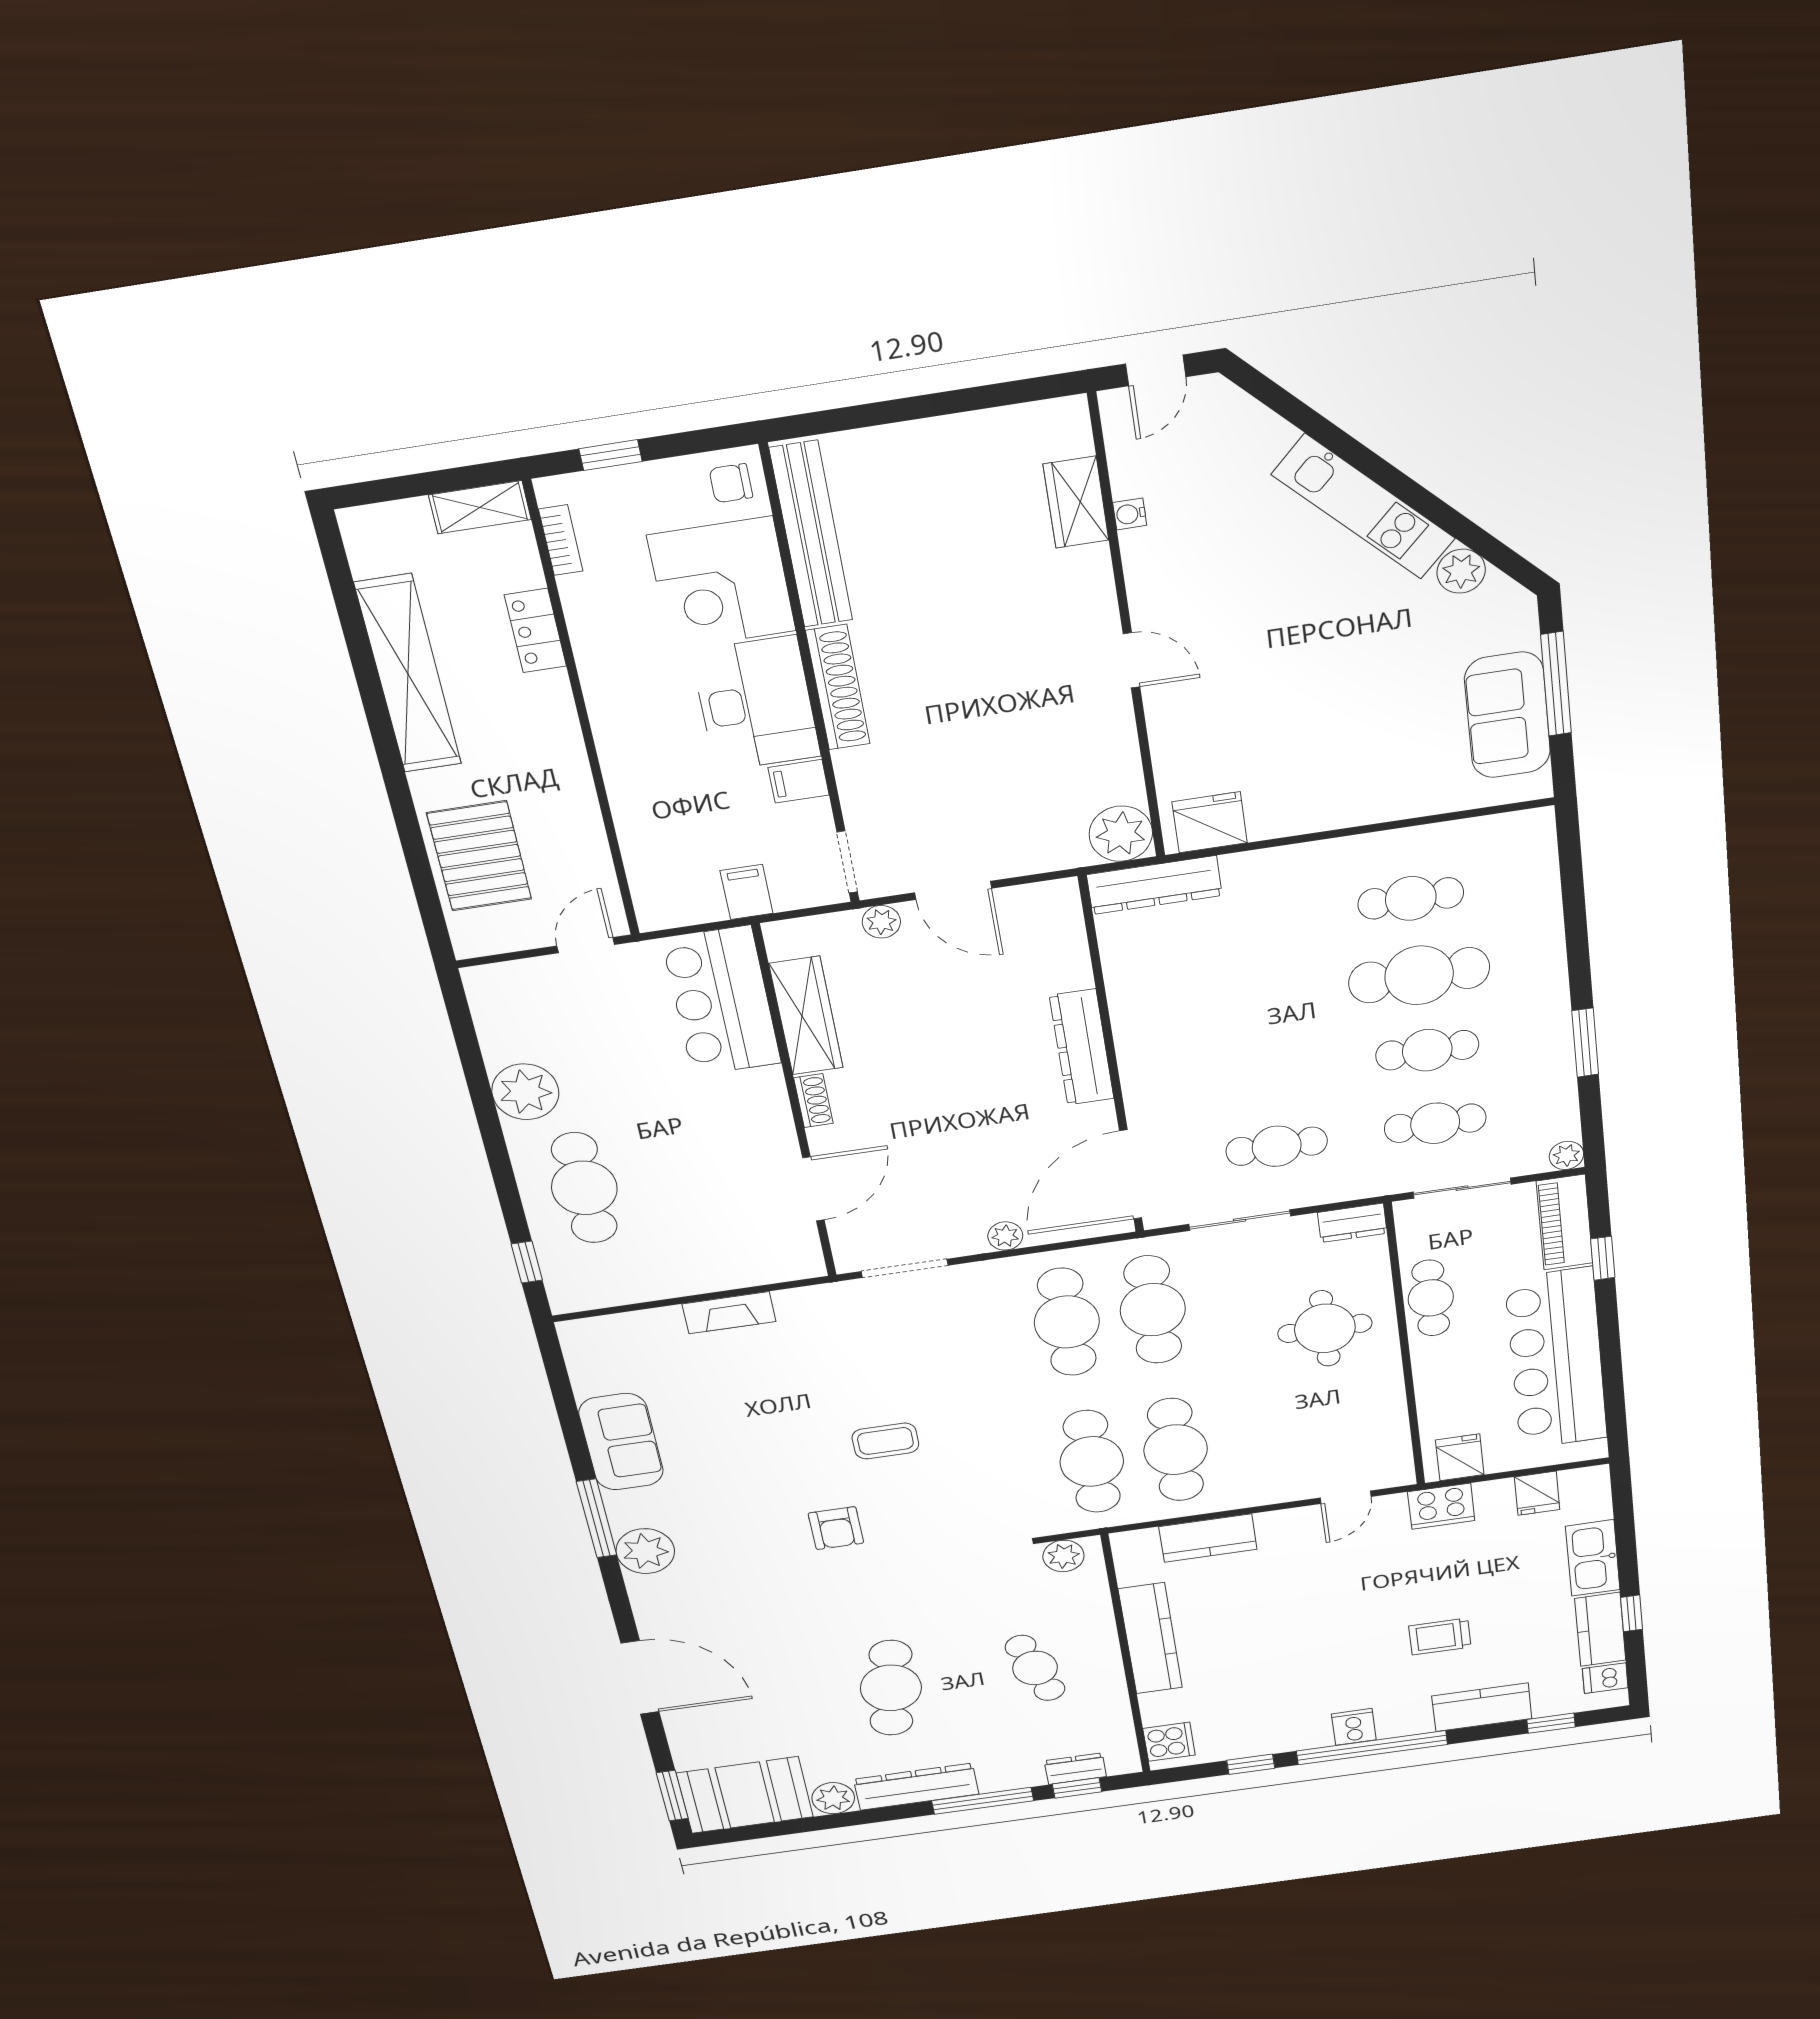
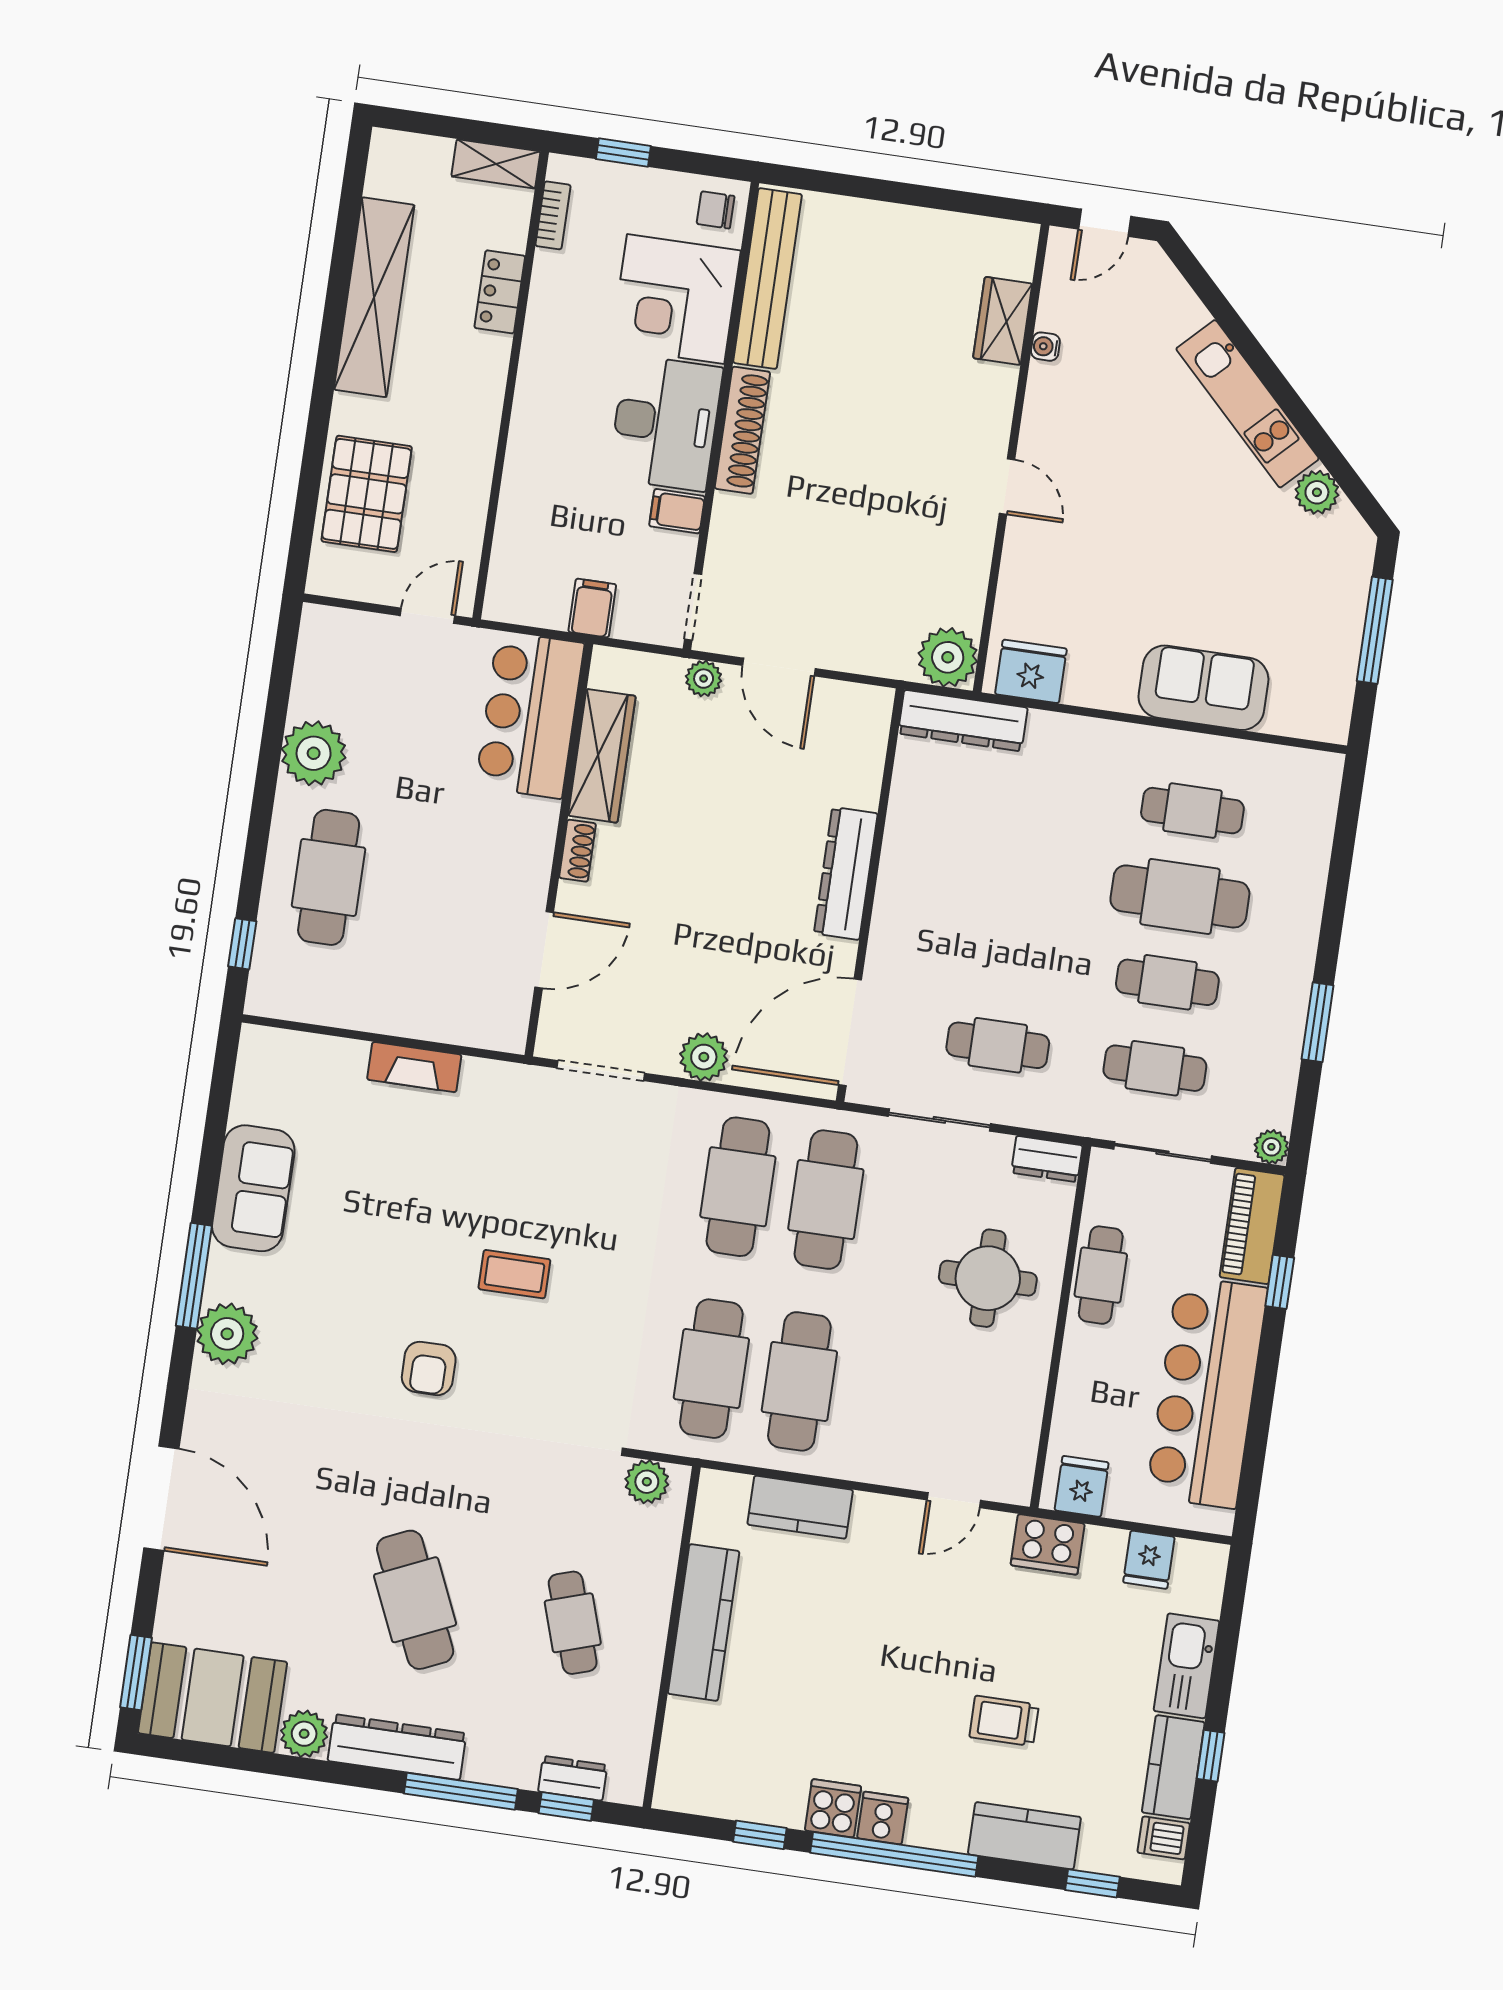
sofa: (1507, 715) -> (1203, 688), moved, turned 90
plant: (1005, 1236) -> (704, 1057), width x1.38, depth x1.38
cafe table: (891, 1688) -> (415, 1600), turned -33
cooker: (1169, 1742) -> (833, 1808), moved, turned -90

